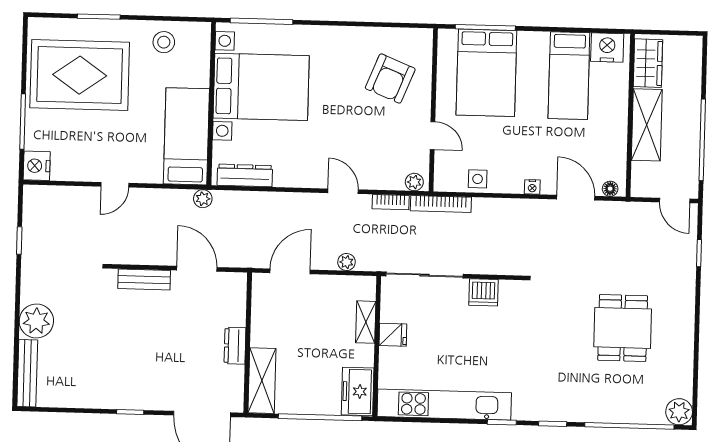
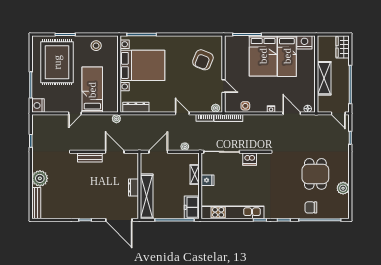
wardrobe: (648, 63) -> (343, 47), moved, turned 180
bed: (486, 73) -> (263, 56), moved
rug: (80, 75) -> (57, 62), turned 90
bed: (186, 136) -> (92, 90), moved
shelving: (262, 381) -> (147, 196), width x1.47
chair: (611, 399) -> (311, 207), added
plant: (679, 412) -> (343, 188), moved

